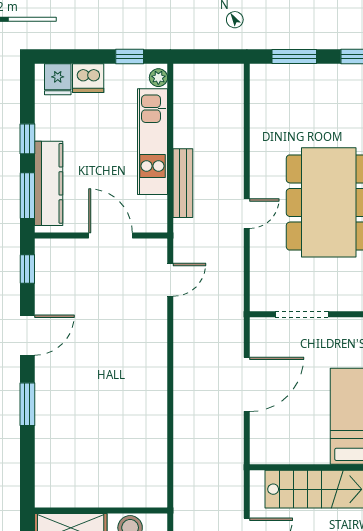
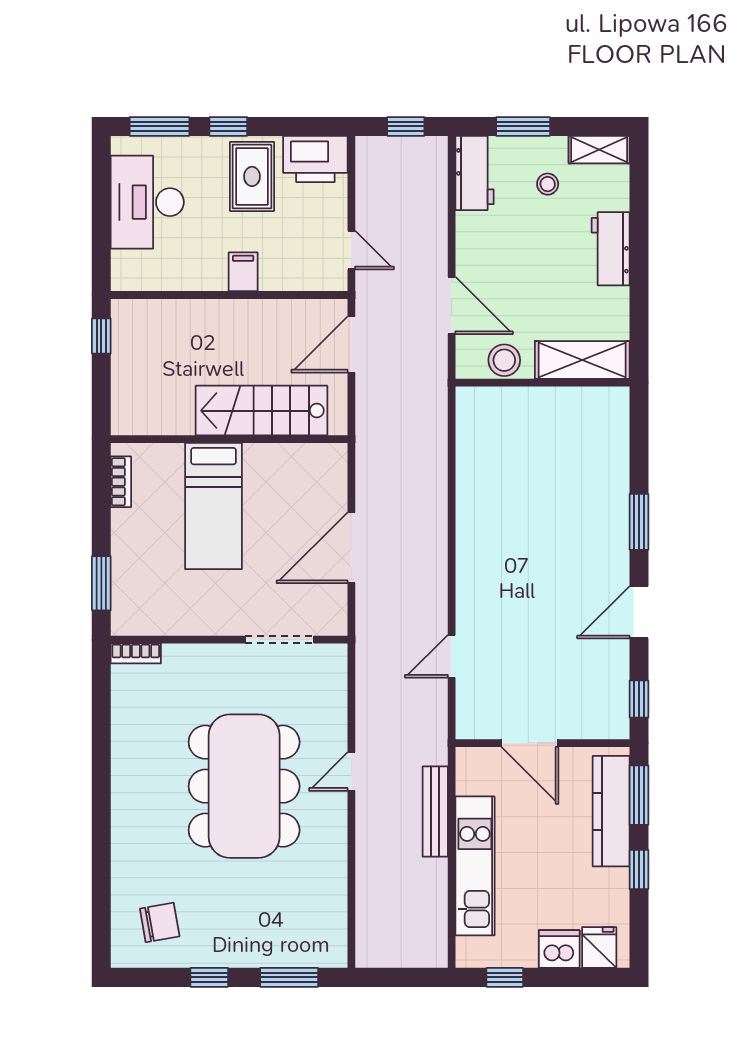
plant: (158, 78) -> (467, 950), removed
door: (170, 280) -> (452, 656), moved

